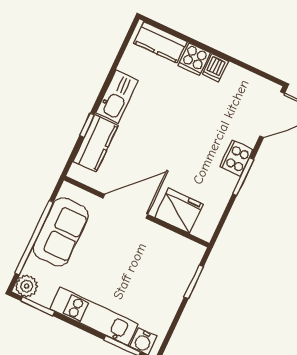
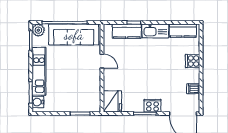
kitchen counter: (160, 42) -> (183, 31), moved, turned -90
dishwasher: (215, 68) -> (193, 89), moved
door: (125, 206) -> (102, 61), width x0.53
fridge: (179, 211) -> (112, 101), moved
sofa: (61, 232) -> (74, 35), width x1.36

